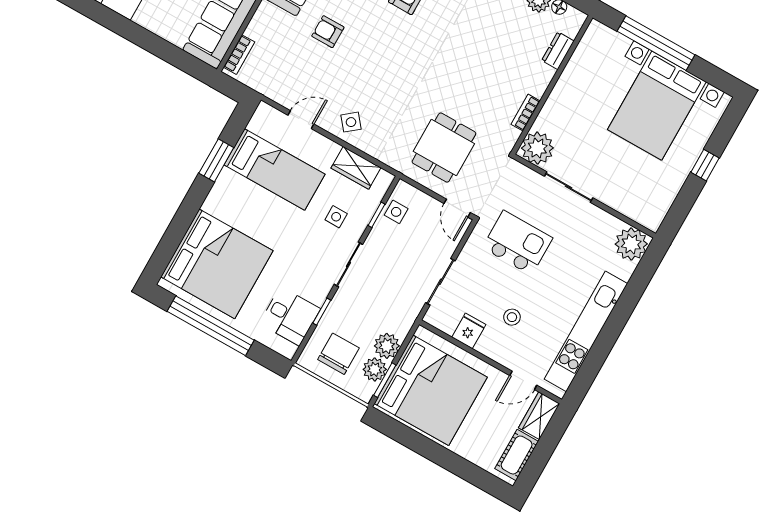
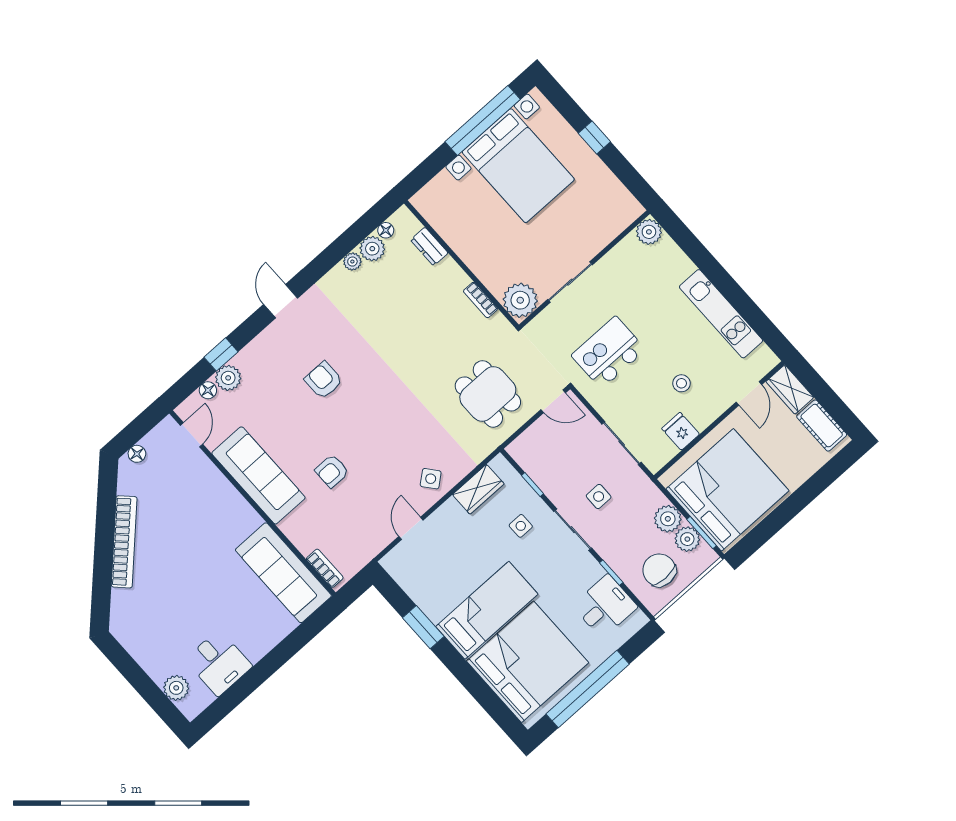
window: (656, 43) -> (483, 120), moved
bed: (275, 170) -> (487, 610), moved
side table: (396, 212) -> (599, 497), moved
plant: (631, 244) -> (649, 232), width x0.73, depth x0.73
kitchen unit: (586, 331) -> (721, 314), width x0.73

